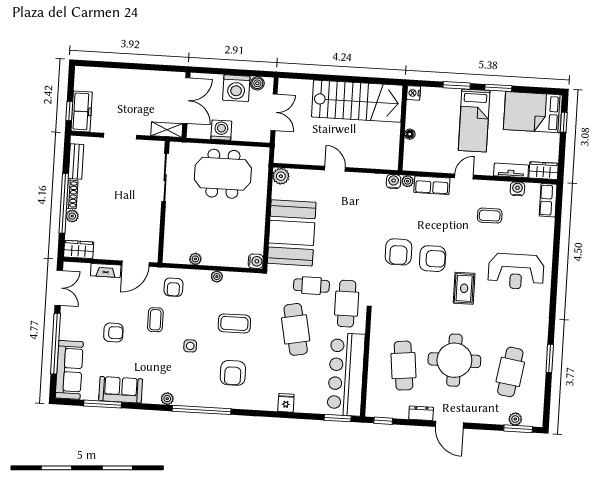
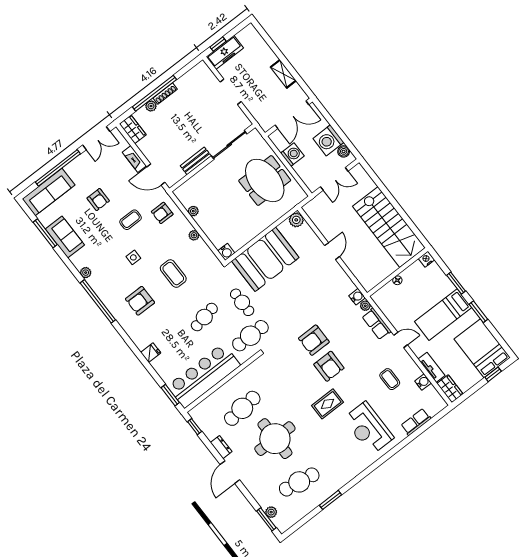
shelving: (167, 130) -> (283, 74), moved
bench: (76, 161) -> (196, 161), moved
row of seats: (548, 200) -> (416, 422), moved
cafe table: (296, 329) -> (204, 317), width x0.73, depth x0.74

